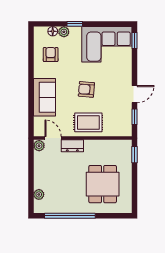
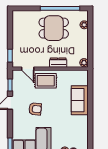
armchair: (51, 55) -> (75, 133), removed
armchair: (86, 89) -> (35, 109), moved
door: (53, 138) -> (28, 69), moved
dining table: (103, 184) -> (54, 28), moved, turned 90

